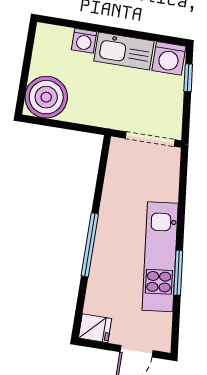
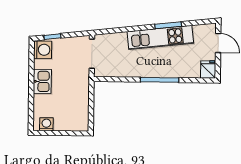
washing machine: (84, 41) -> (46, 124), moved, turned -90
kitchen sink: (124, 51) -> (42, 81), width x0.73
boiler: (46, 97) -> (76, 119), removed

